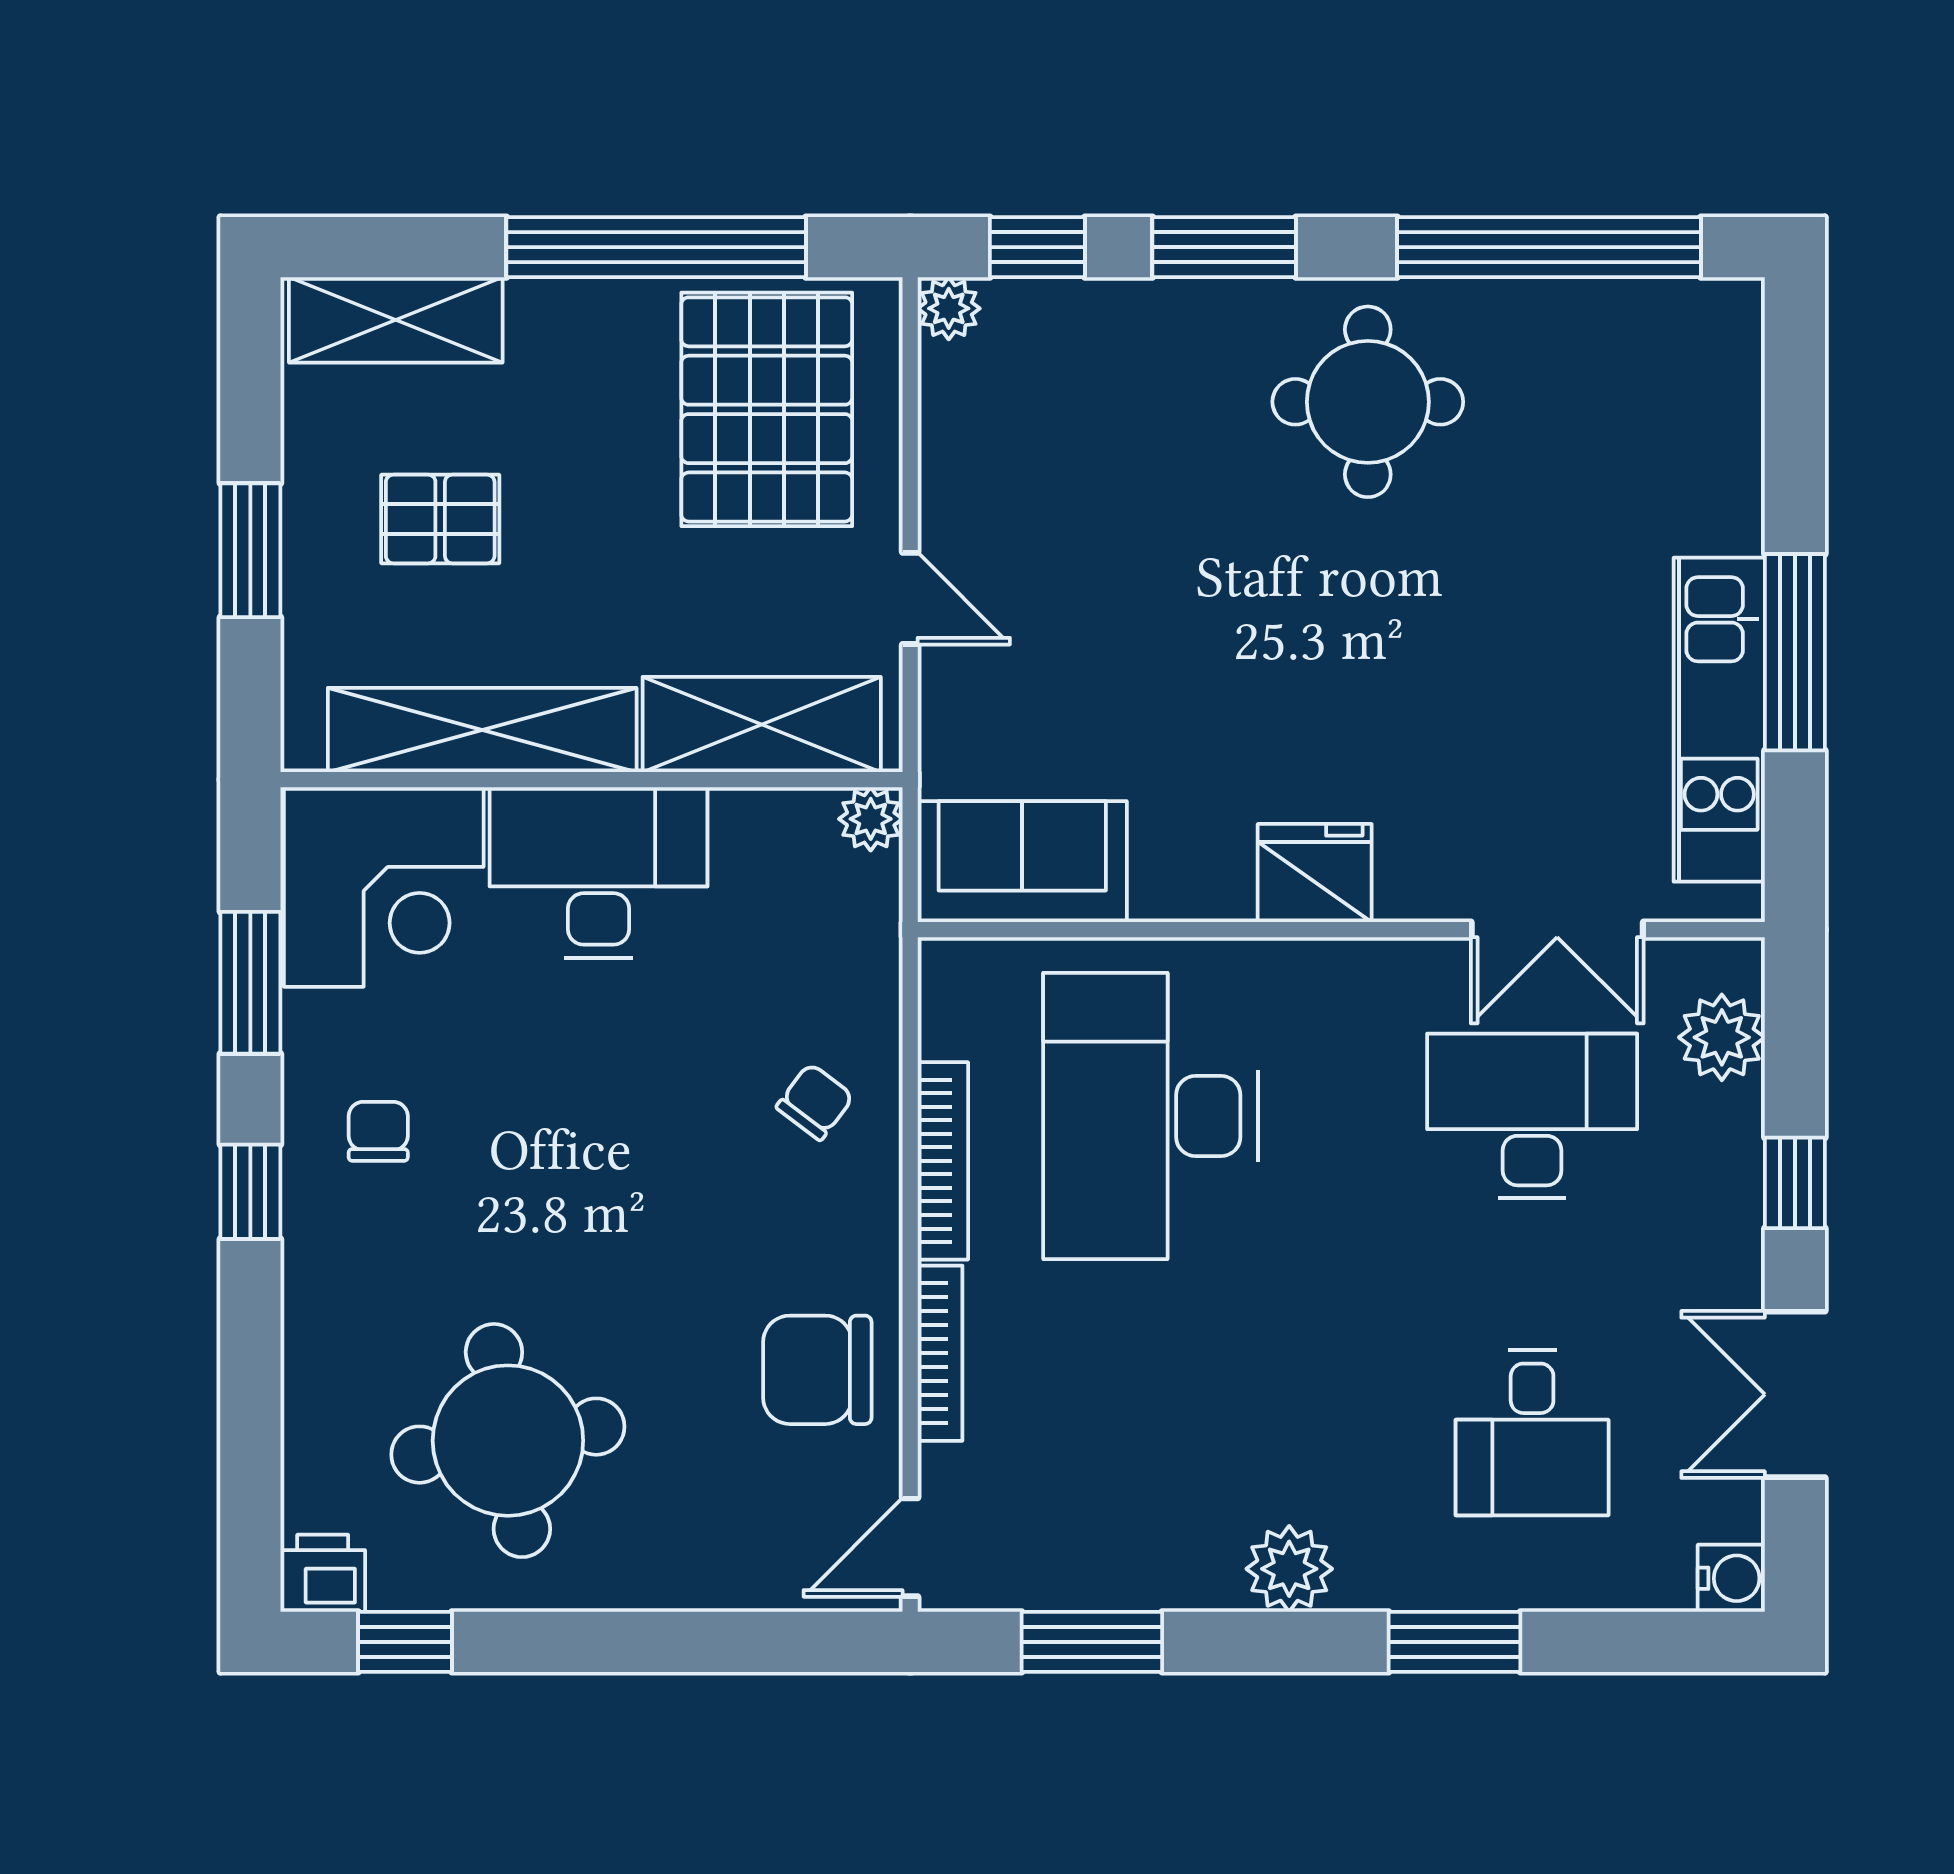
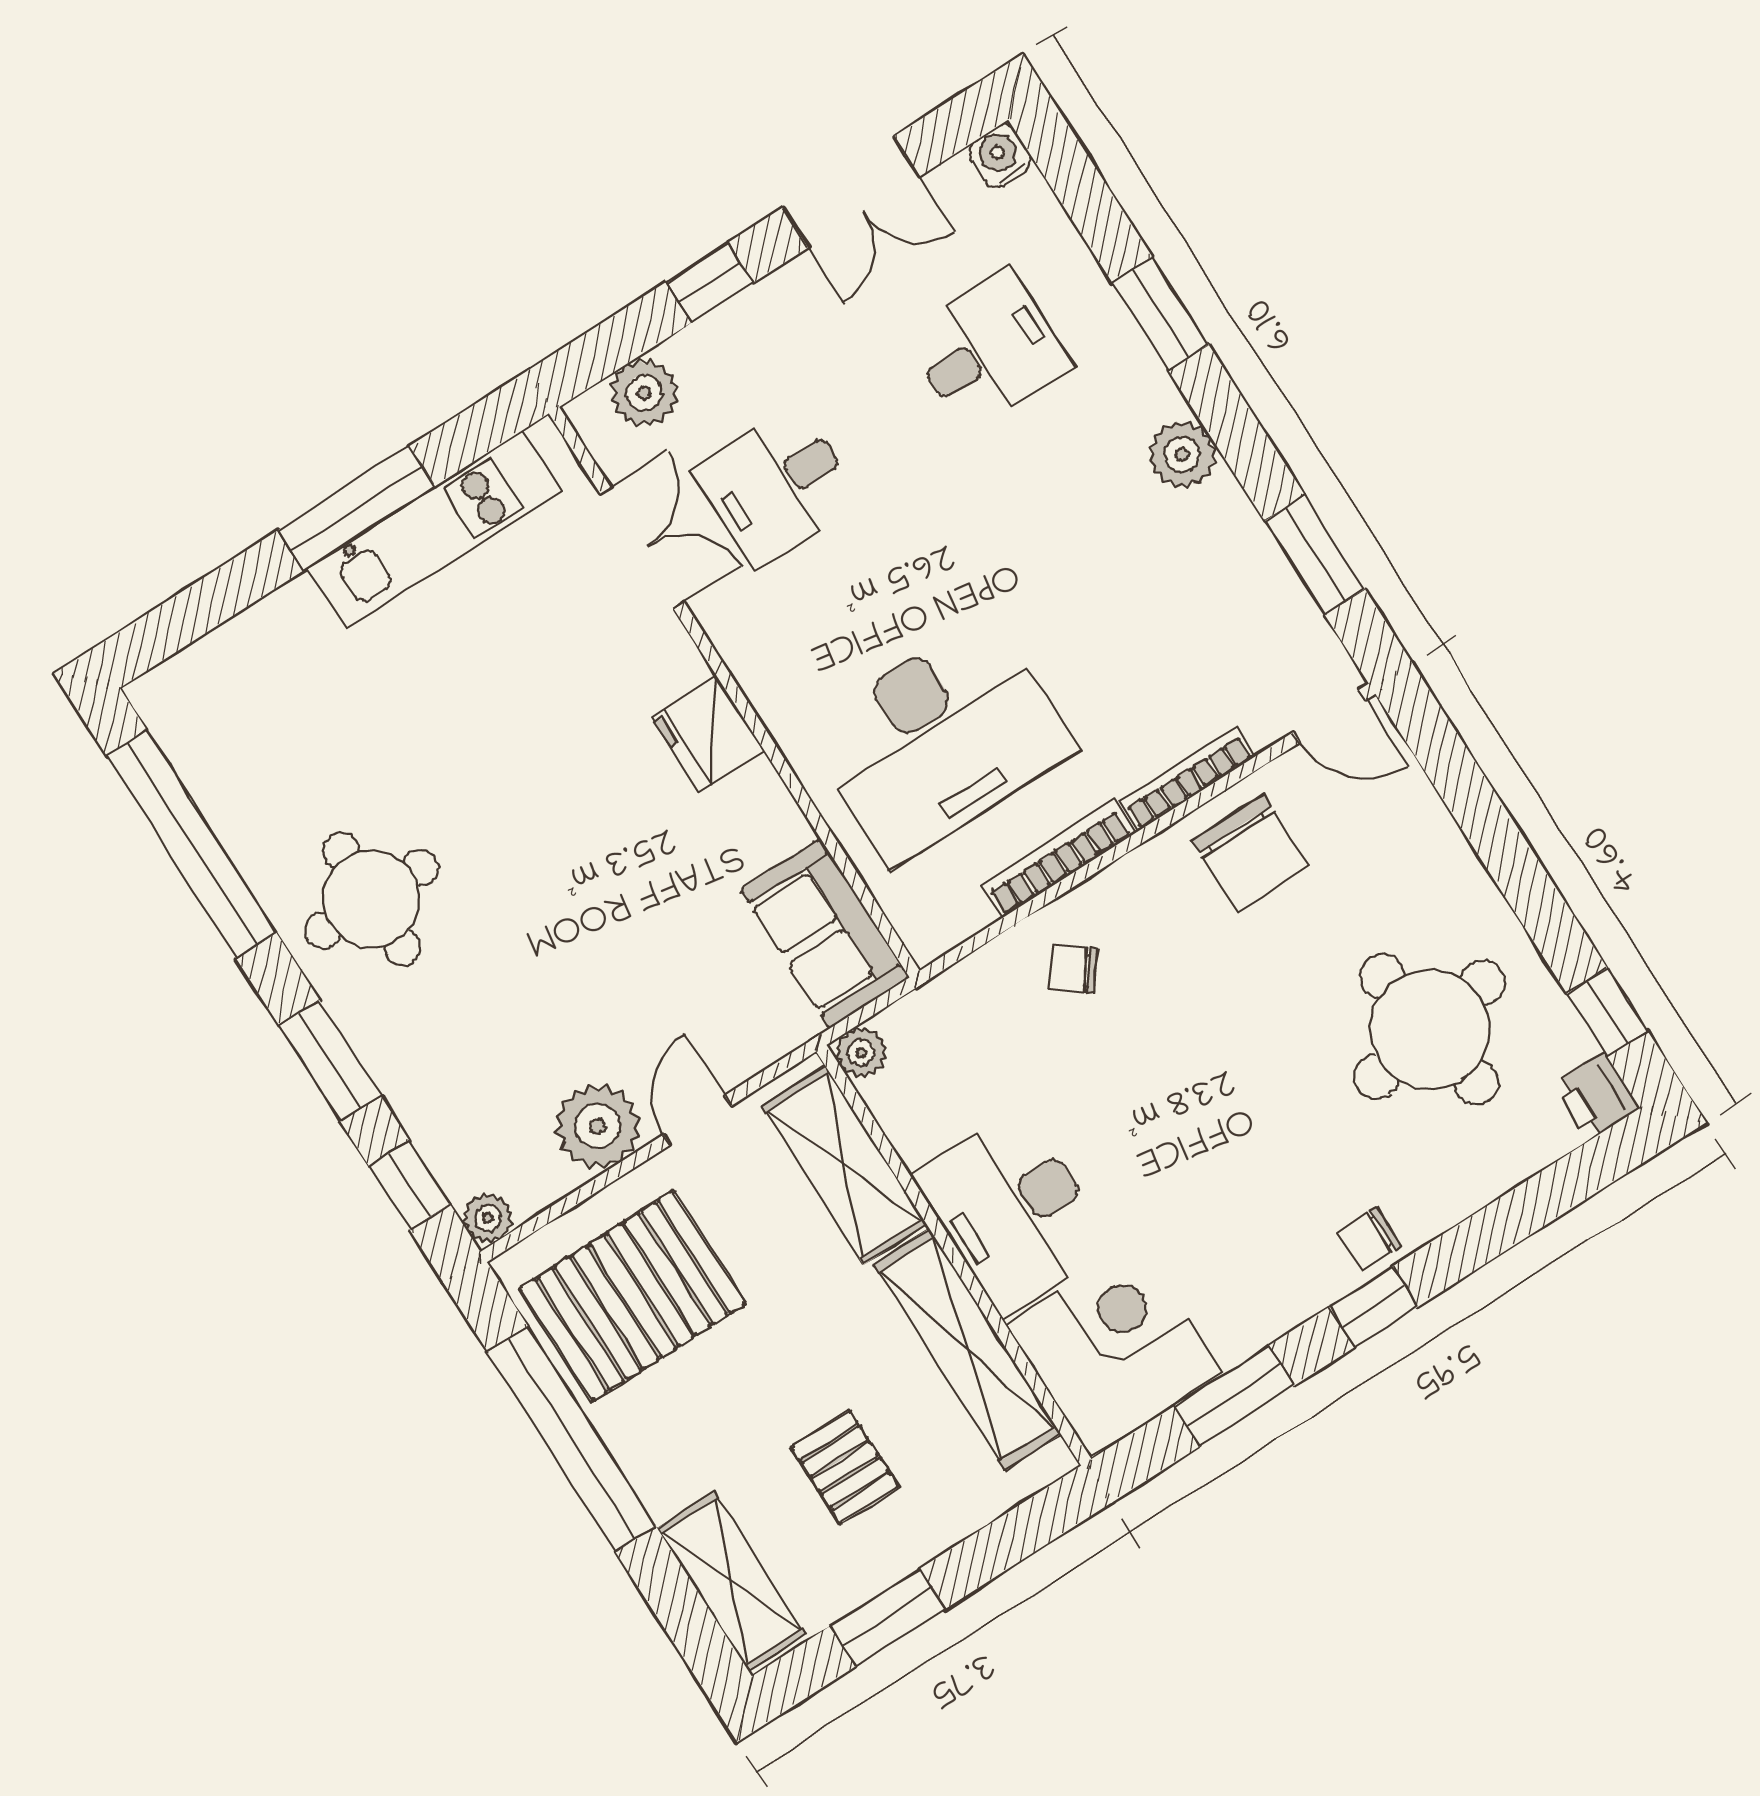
plant: (972, 488) -> (598, 1126), added
window: (250, 550) -> (888, 1617), moved
desk: (1532, 1116) -> (777, 486), width x0.73
chair: (378, 1131) -> (1369, 1239), moved

